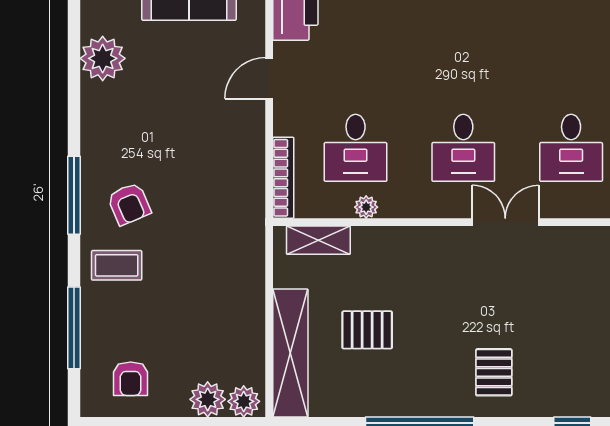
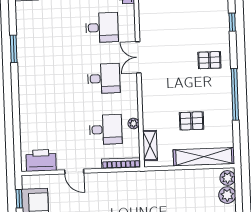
pallet: (367, 330) -> (192, 121), turned 90

